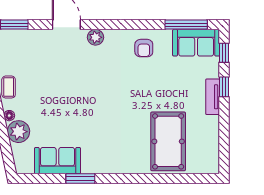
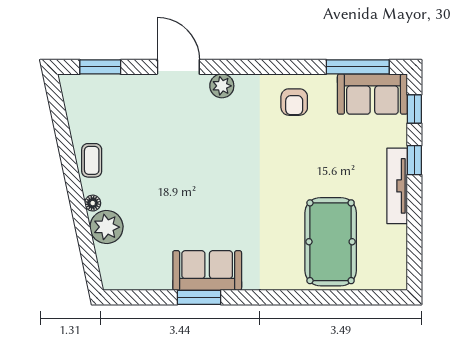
tv unit: (213, 97) -> (397, 186), width x1.41
sofa: (57, 161) -> (207, 271), moved

